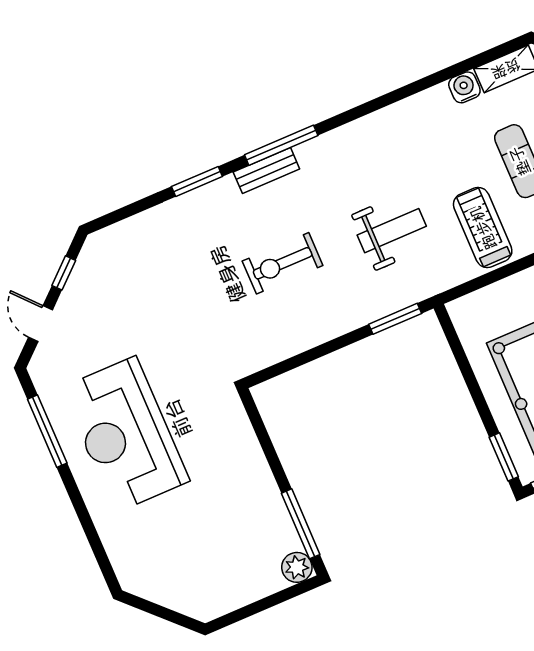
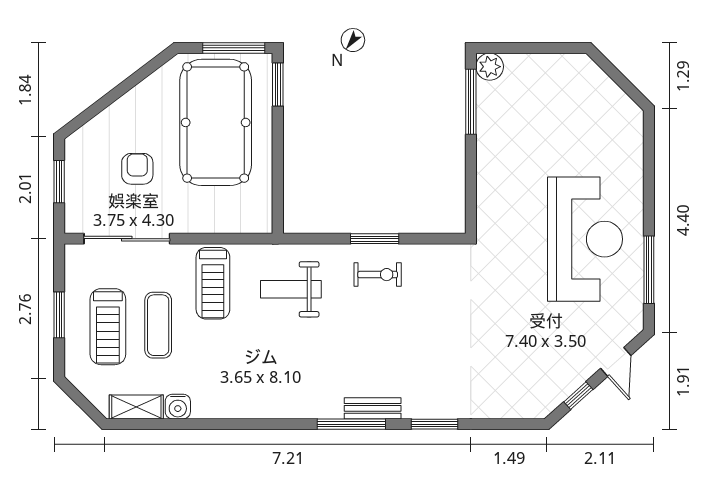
weight bench: (392, 231) -> (291, 289), moved
exercise bike: (283, 263) -> (378, 275), moved, width x0.73, depth x0.72
window: (395, 319) -> (375, 239), moved

